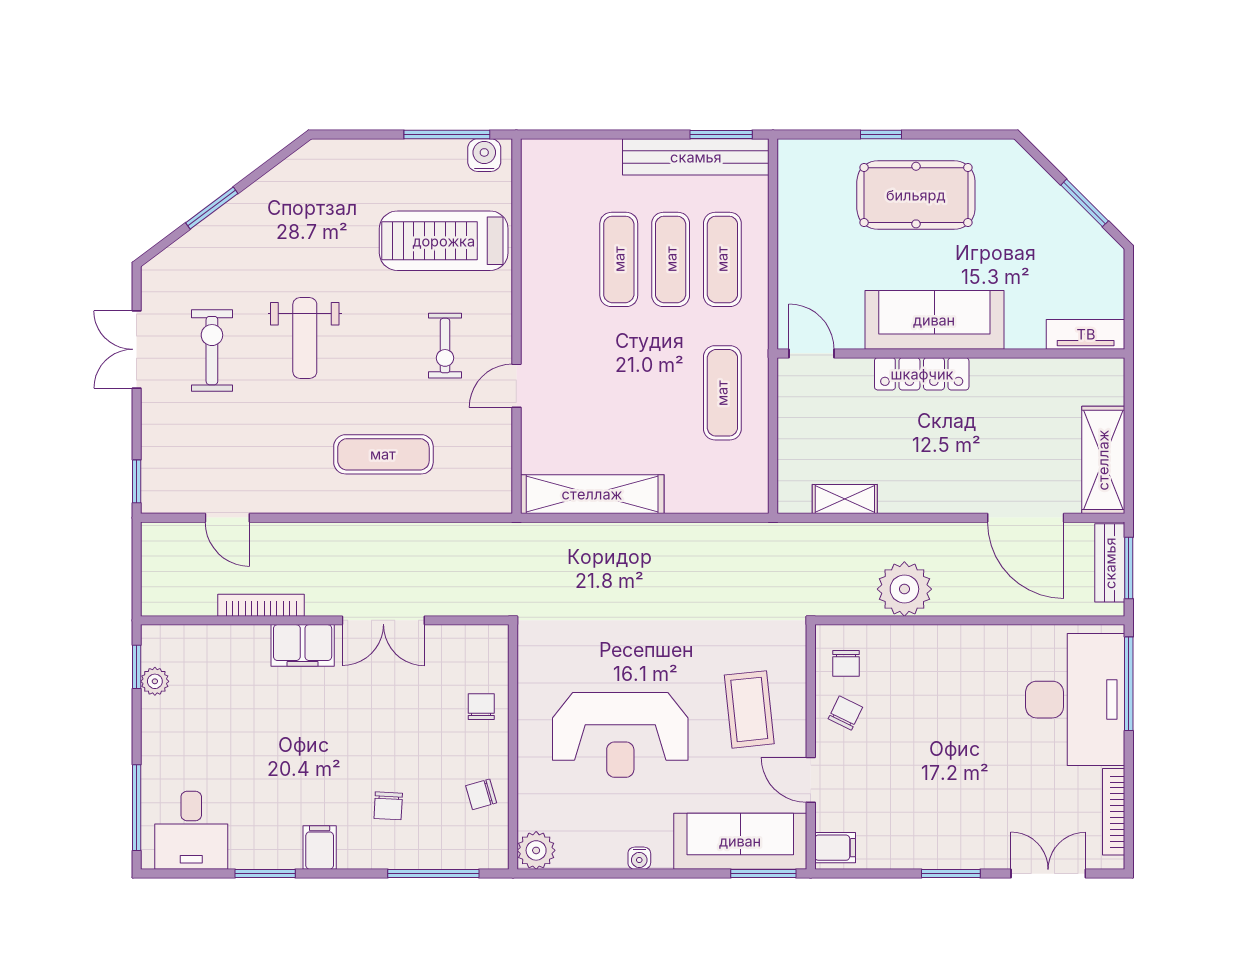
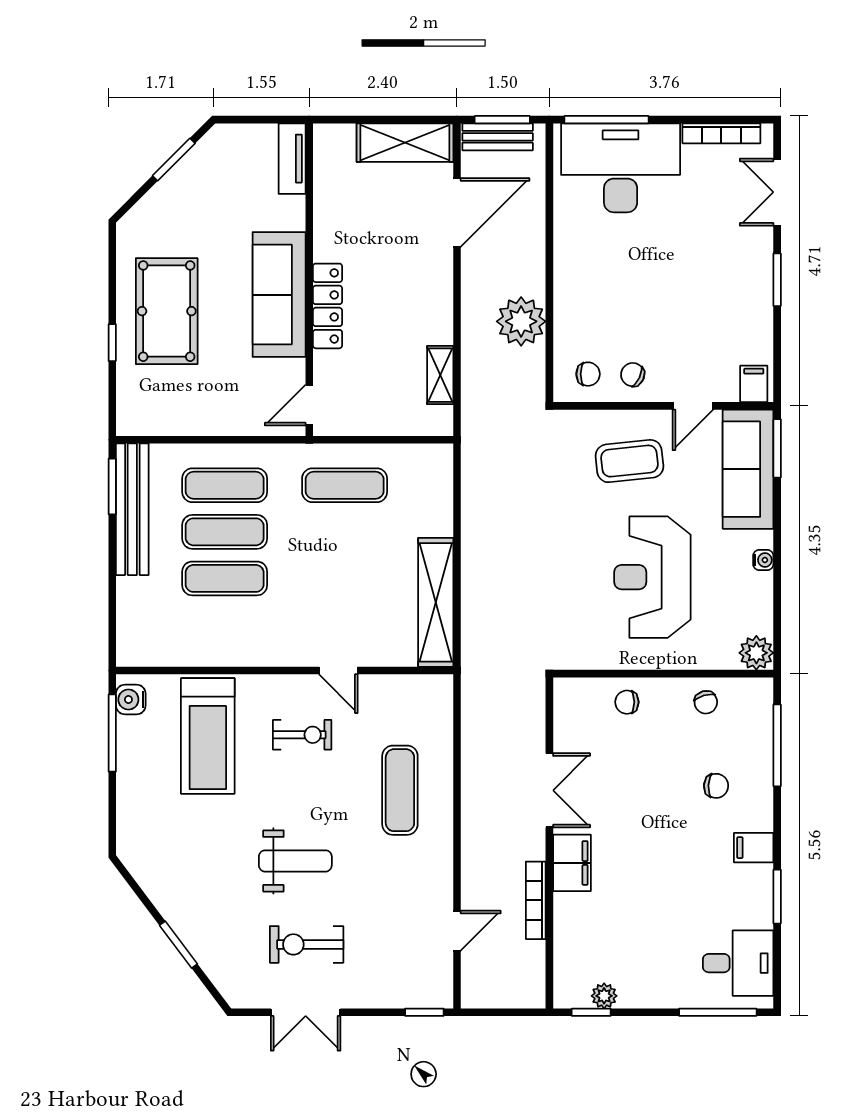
reception desk: (620, 735) -> (652, 577), turned 180

